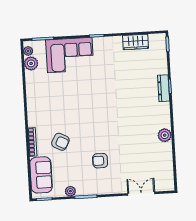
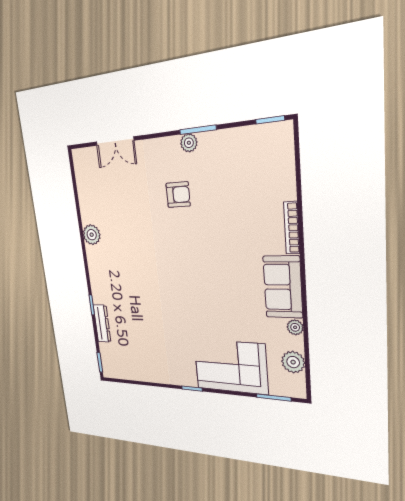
wardrobe: (135, 42) -> (139, 371), removed
plant: (28, 51) -> (295, 327), moved
dresser: (164, 88) -> (102, 323), moved
armchair: (60, 142) -> (243, 227), removed
sofa: (41, 175) -> (283, 287), moved
plant: (70, 191) -> (189, 143), moved

